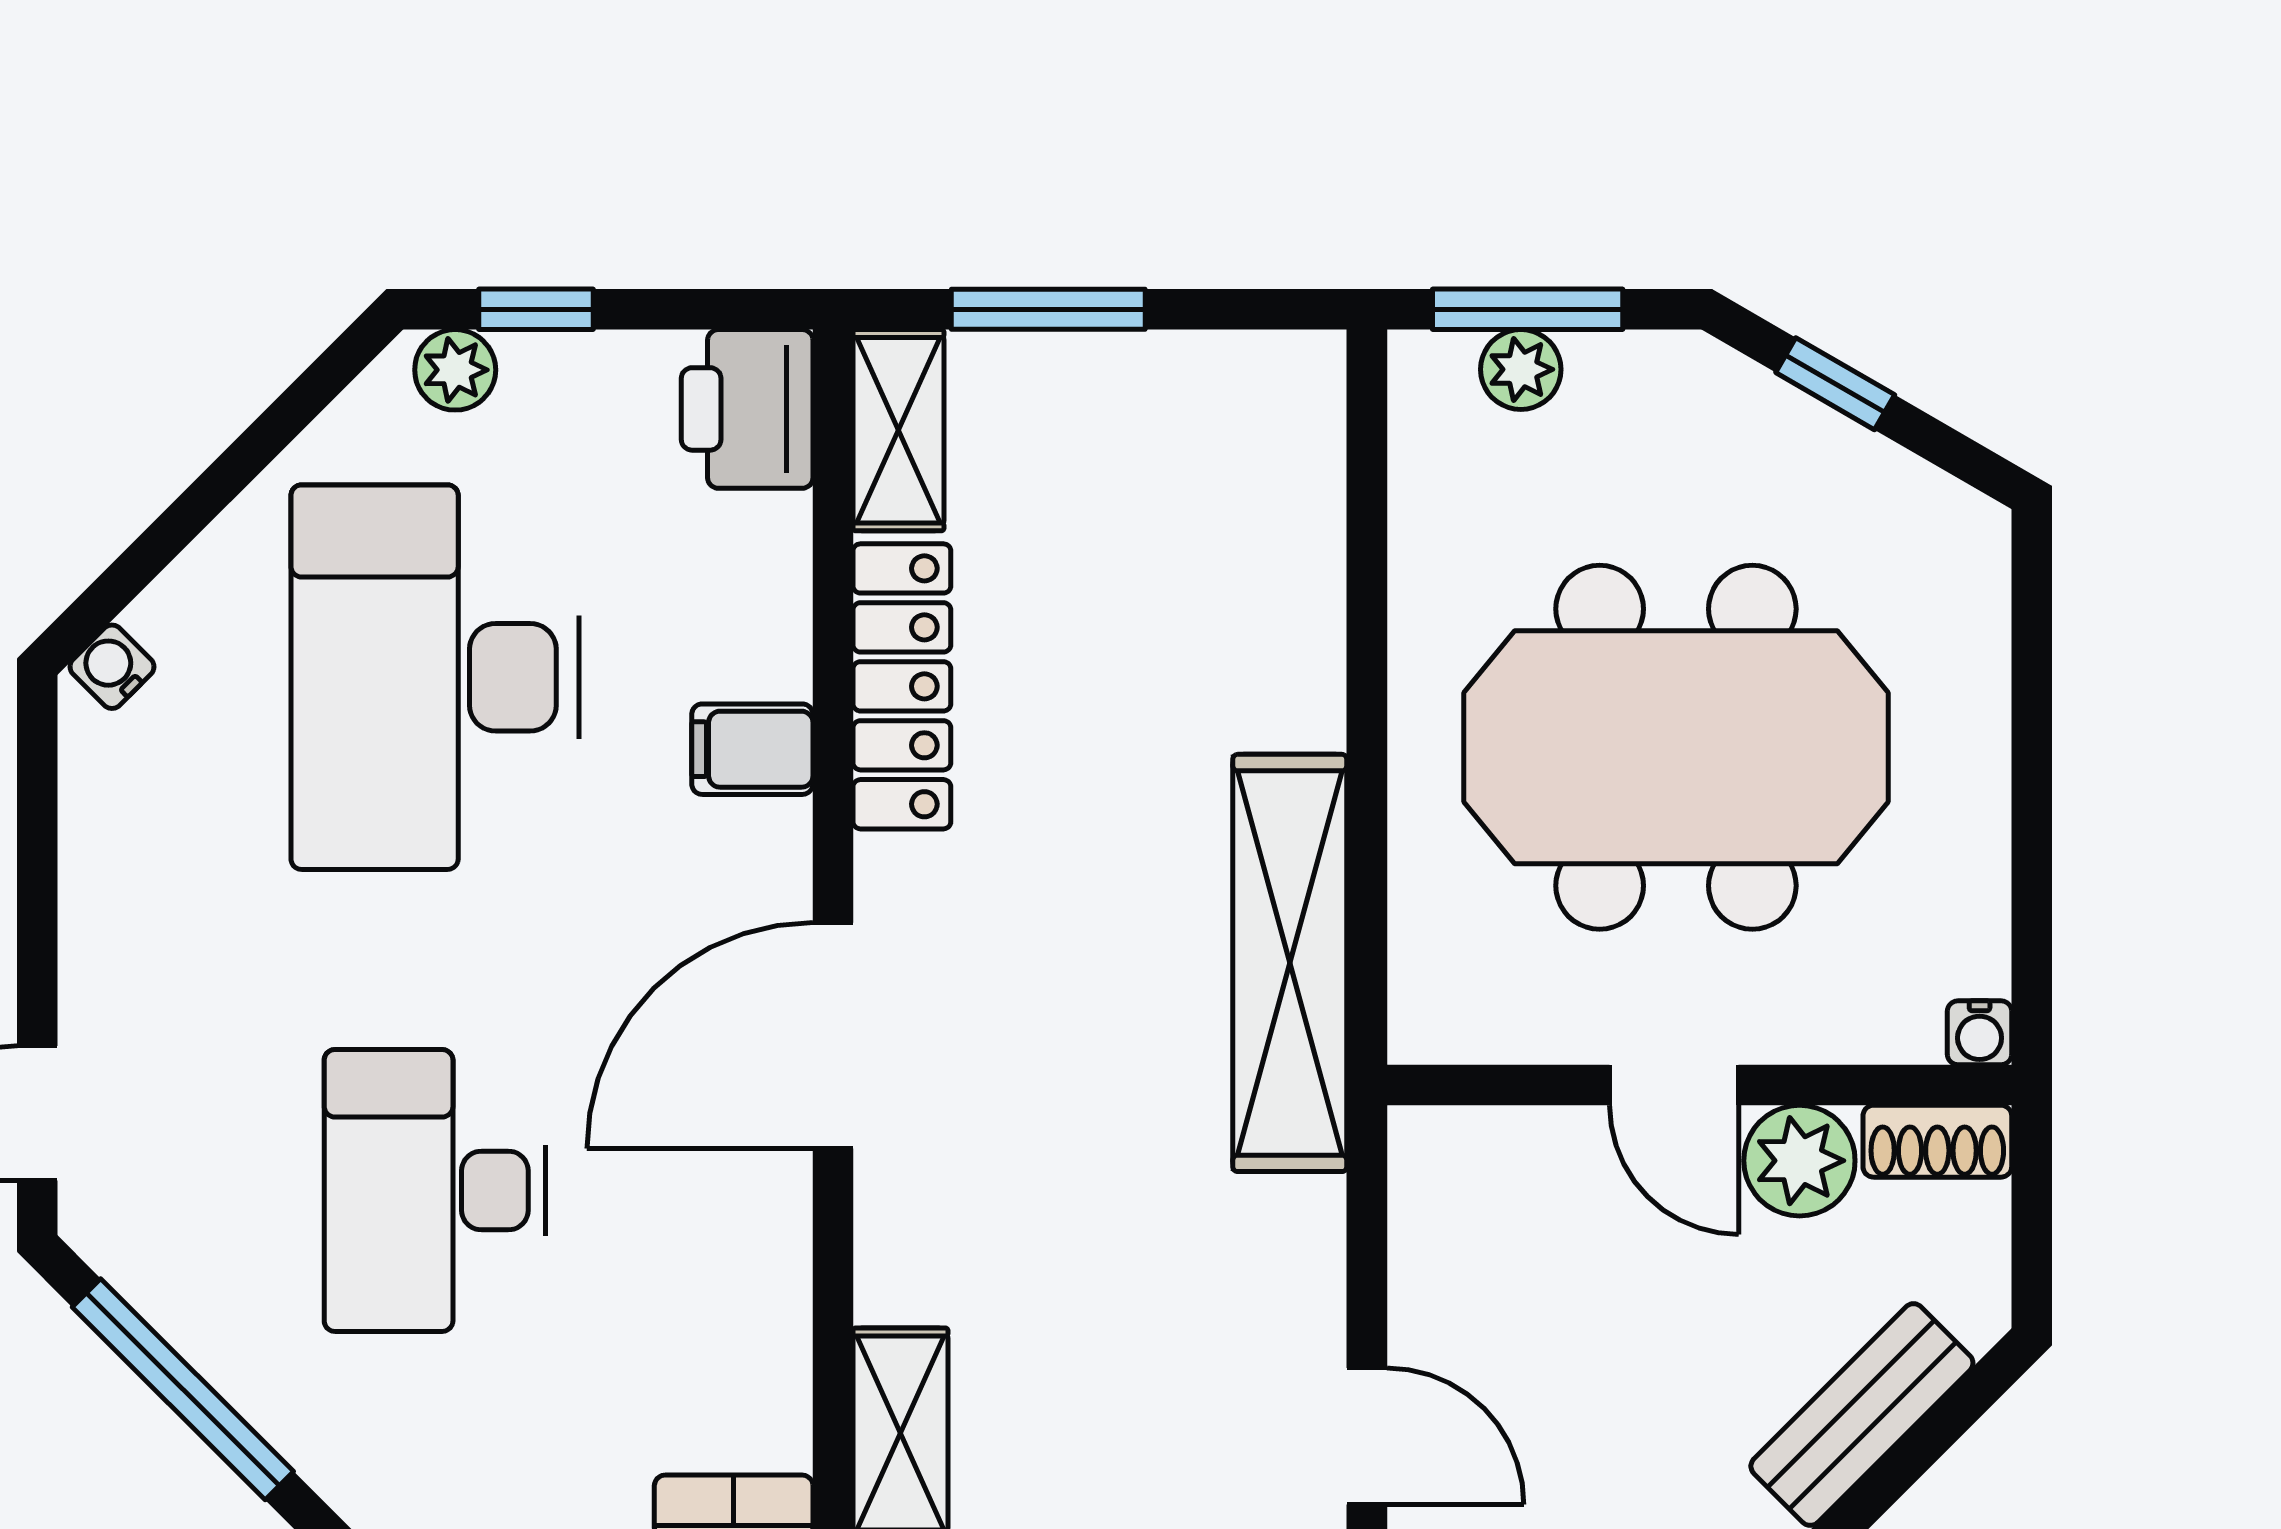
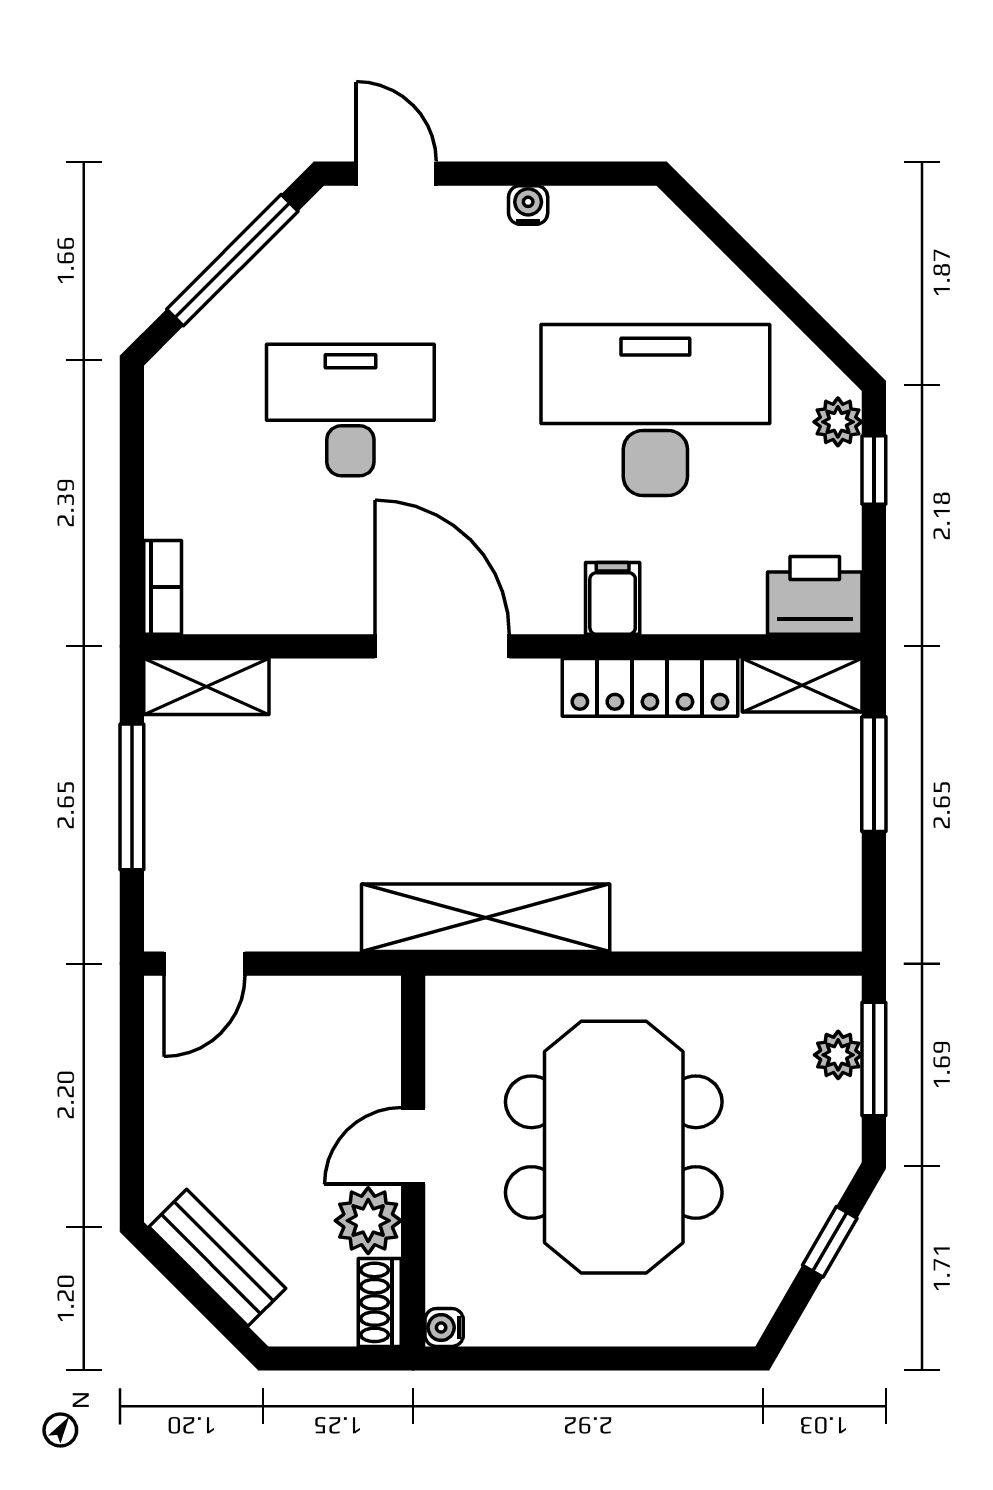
water cooler: (112, 667) -> (528, 205), moved, turned -45

